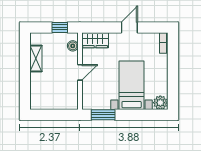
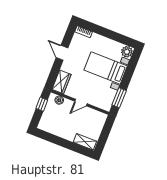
shelving: (36, 58) -> (85, 142), moved
door: (80, 72) -> (81, 103), swing flipped

